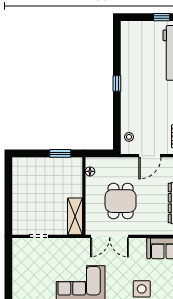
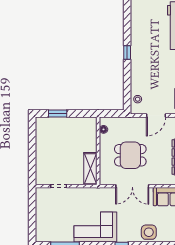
window: (60, 153) -> (58, 114), moved
dining table: (121, 201) -> (130, 155), turned 90
double door: (110, 236) -> (132, 186), moved

